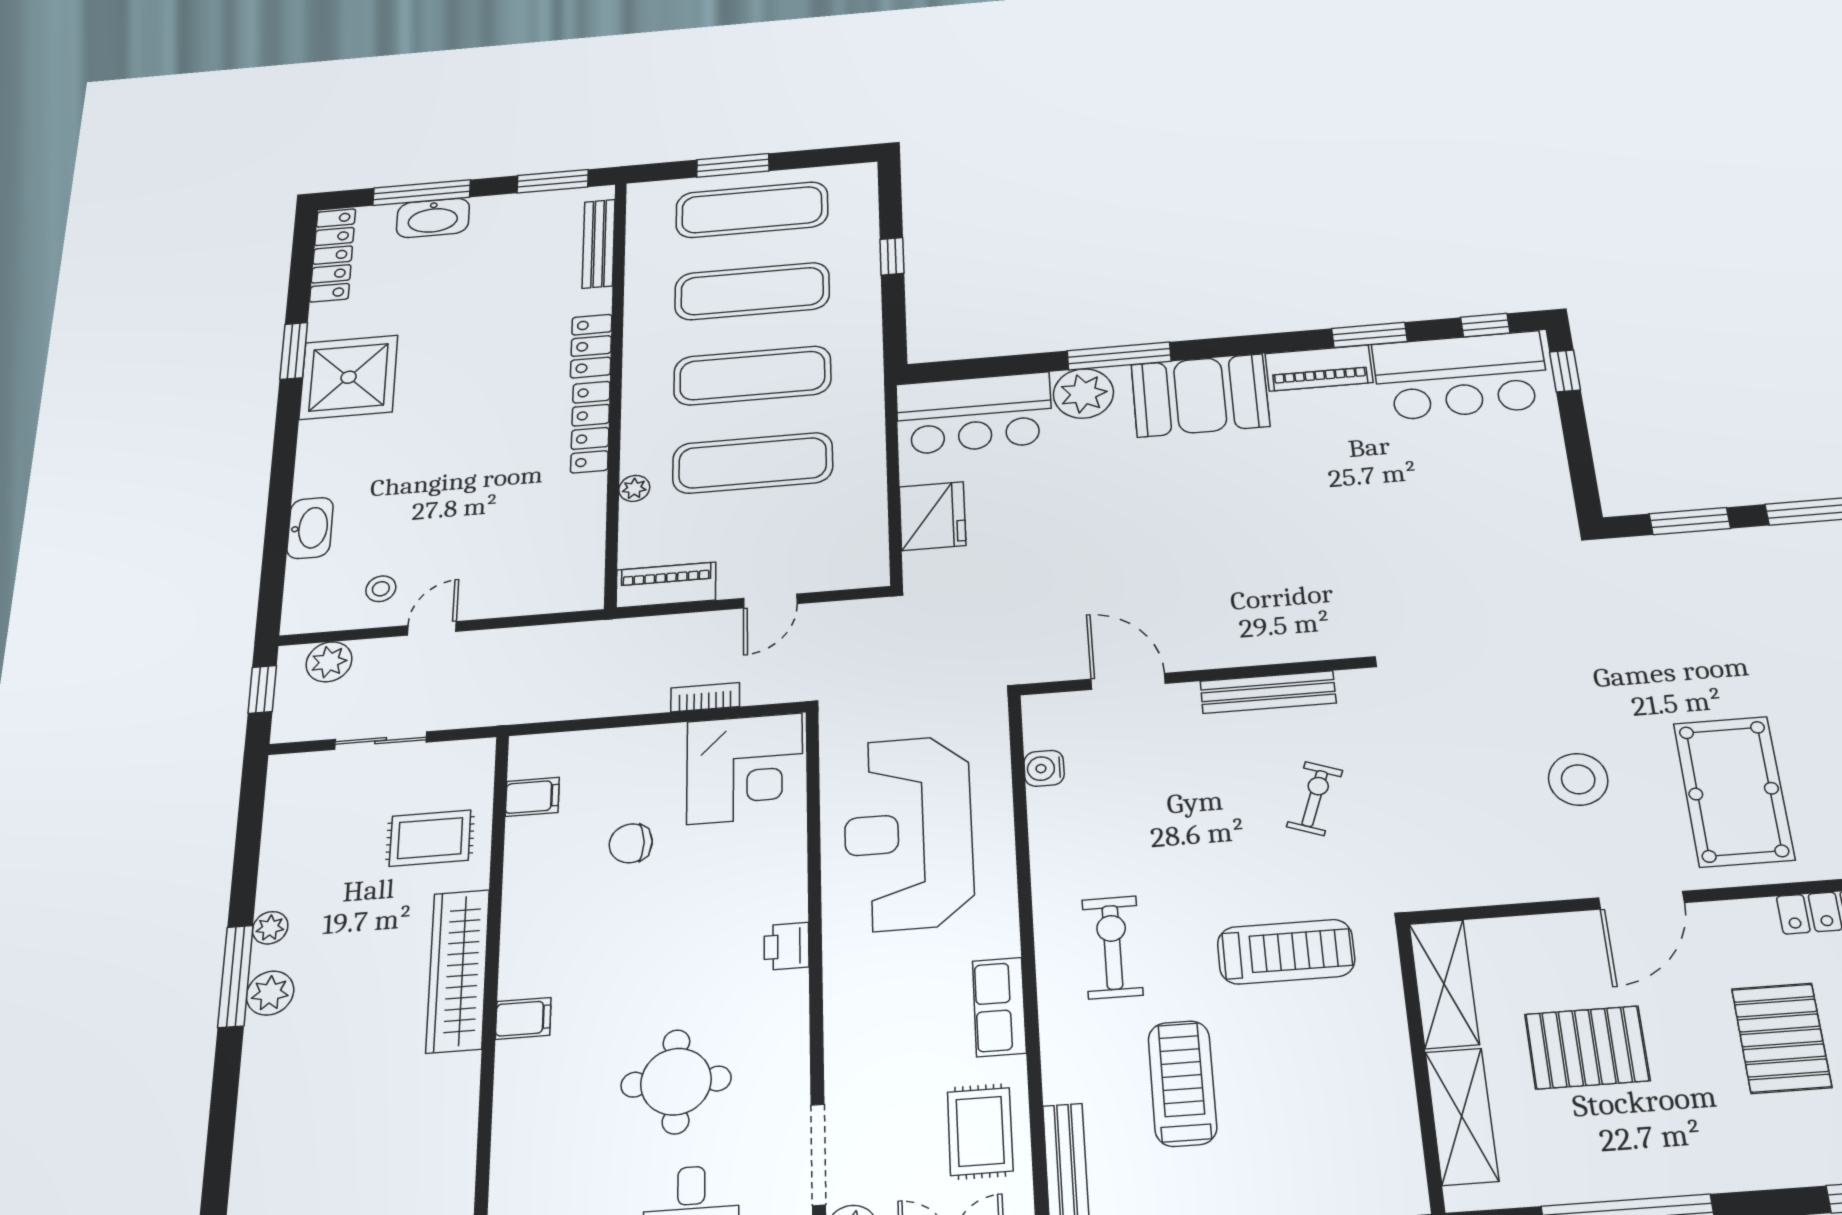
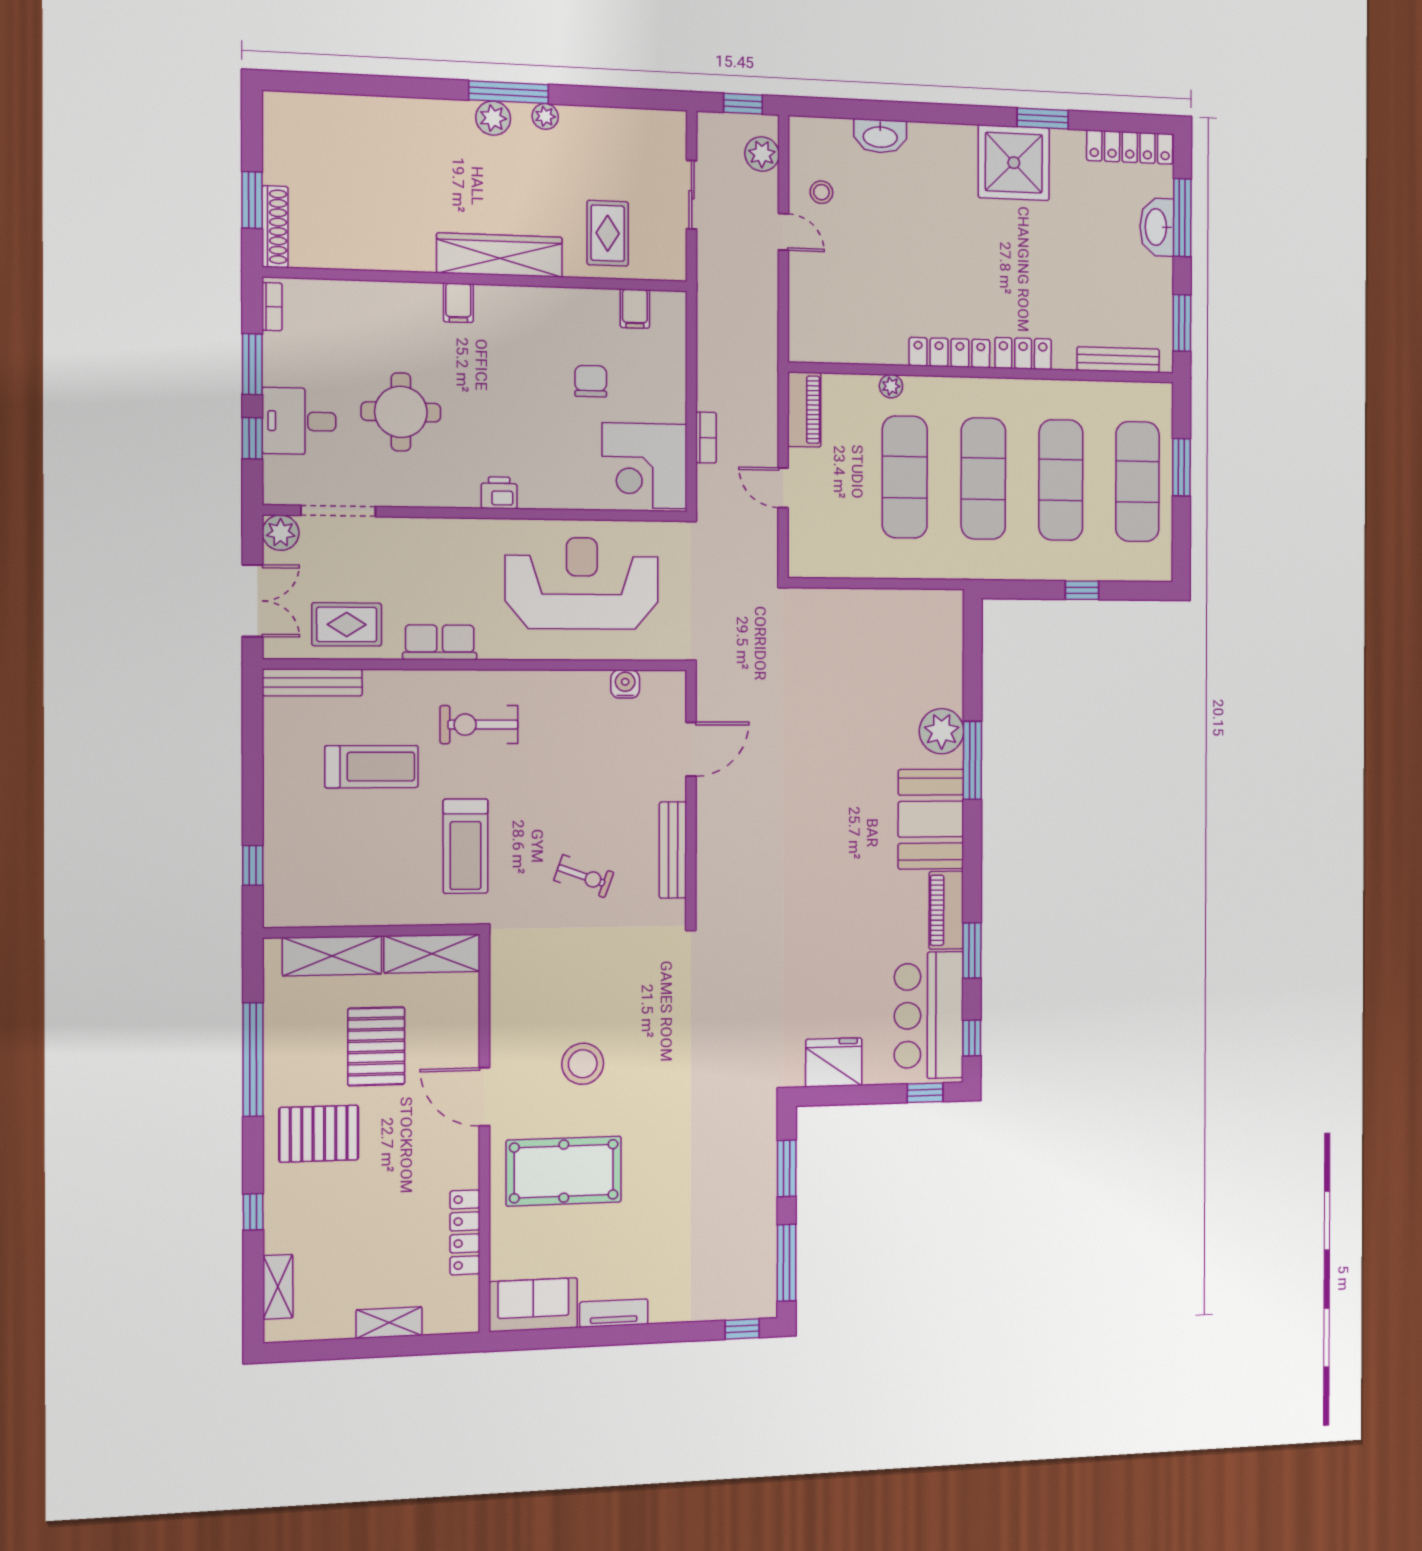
bar counter: (974, 413) -> (932, 647), removed
fridge: (932, 516) -> (834, 1062), moved, turned 180
exercise bike: (1112, 947) -> (479, 725), turned 180
pallet: (1781, 1038) -> (319, 1134), moved

